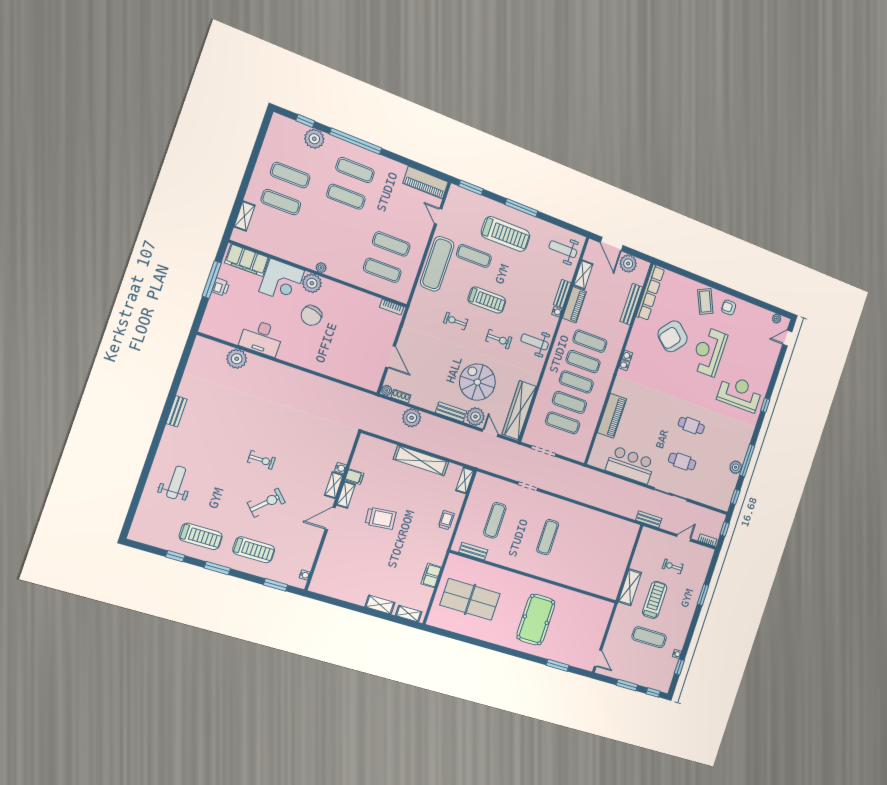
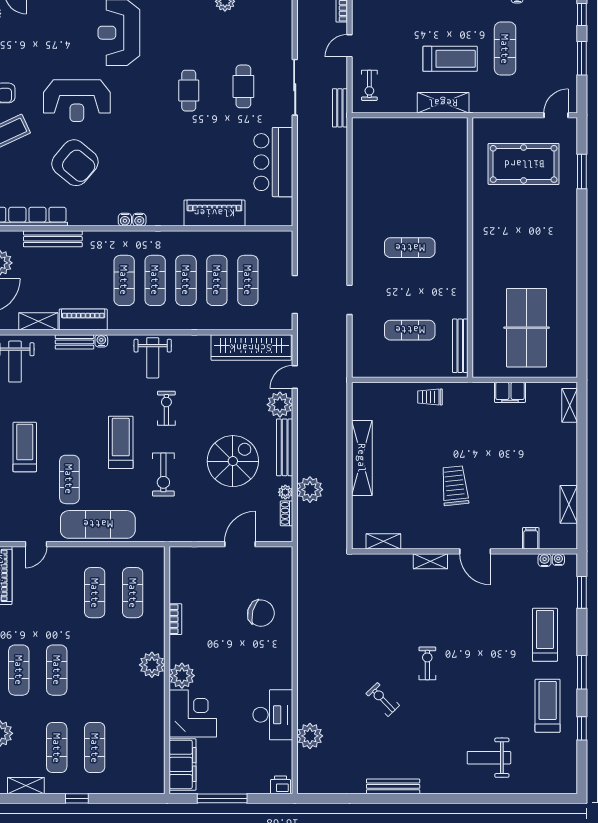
window: (248, 175) -> (77, 798), added
shelving: (244, 216) -> (26, 786), moved
treadmill: (506, 234) -> (25, 447), width x0.73, depth x0.73
plant: (321, 268) -> (152, 665), width x1.88, depth x1.88
printer: (221, 287) -> (281, 785), moved
bookcase: (392, 307) -> (175, 619), moved
chair: (311, 315) -> (261, 613), moved
exercise bike: (456, 321) -> (163, 475), width x1.38, depth x1.39
spiral stairs: (477, 382) -> (233, 461), moved, turned 180
plant: (387, 390) -> (285, 492), moved
bench: (177, 411) -> (393, 786), width x1.36
bench: (451, 412) -> (285, 447), width x1.36
water cooler: (341, 468) -> (545, 560), moved
filing cabinet: (354, 477) -> (531, 538), moved
shelving: (465, 480) -> (369, 390), removed
shelving: (346, 495) -> (383, 541), moved
exercise bike: (266, 503) -> (383, 699), moved, width x0.73, depth x0.72
door: (684, 538) -> (349, 46), hinge flipped
bench: (473, 551) -> (460, 346), width x1.36
exercise bike: (673, 566) -> (369, 85), moved
treadmill: (655, 600) -> (450, 59), turned 180
shelving: (380, 605) -> (569, 504), moved
pool table: (536, 620) -> (524, 164), moved

